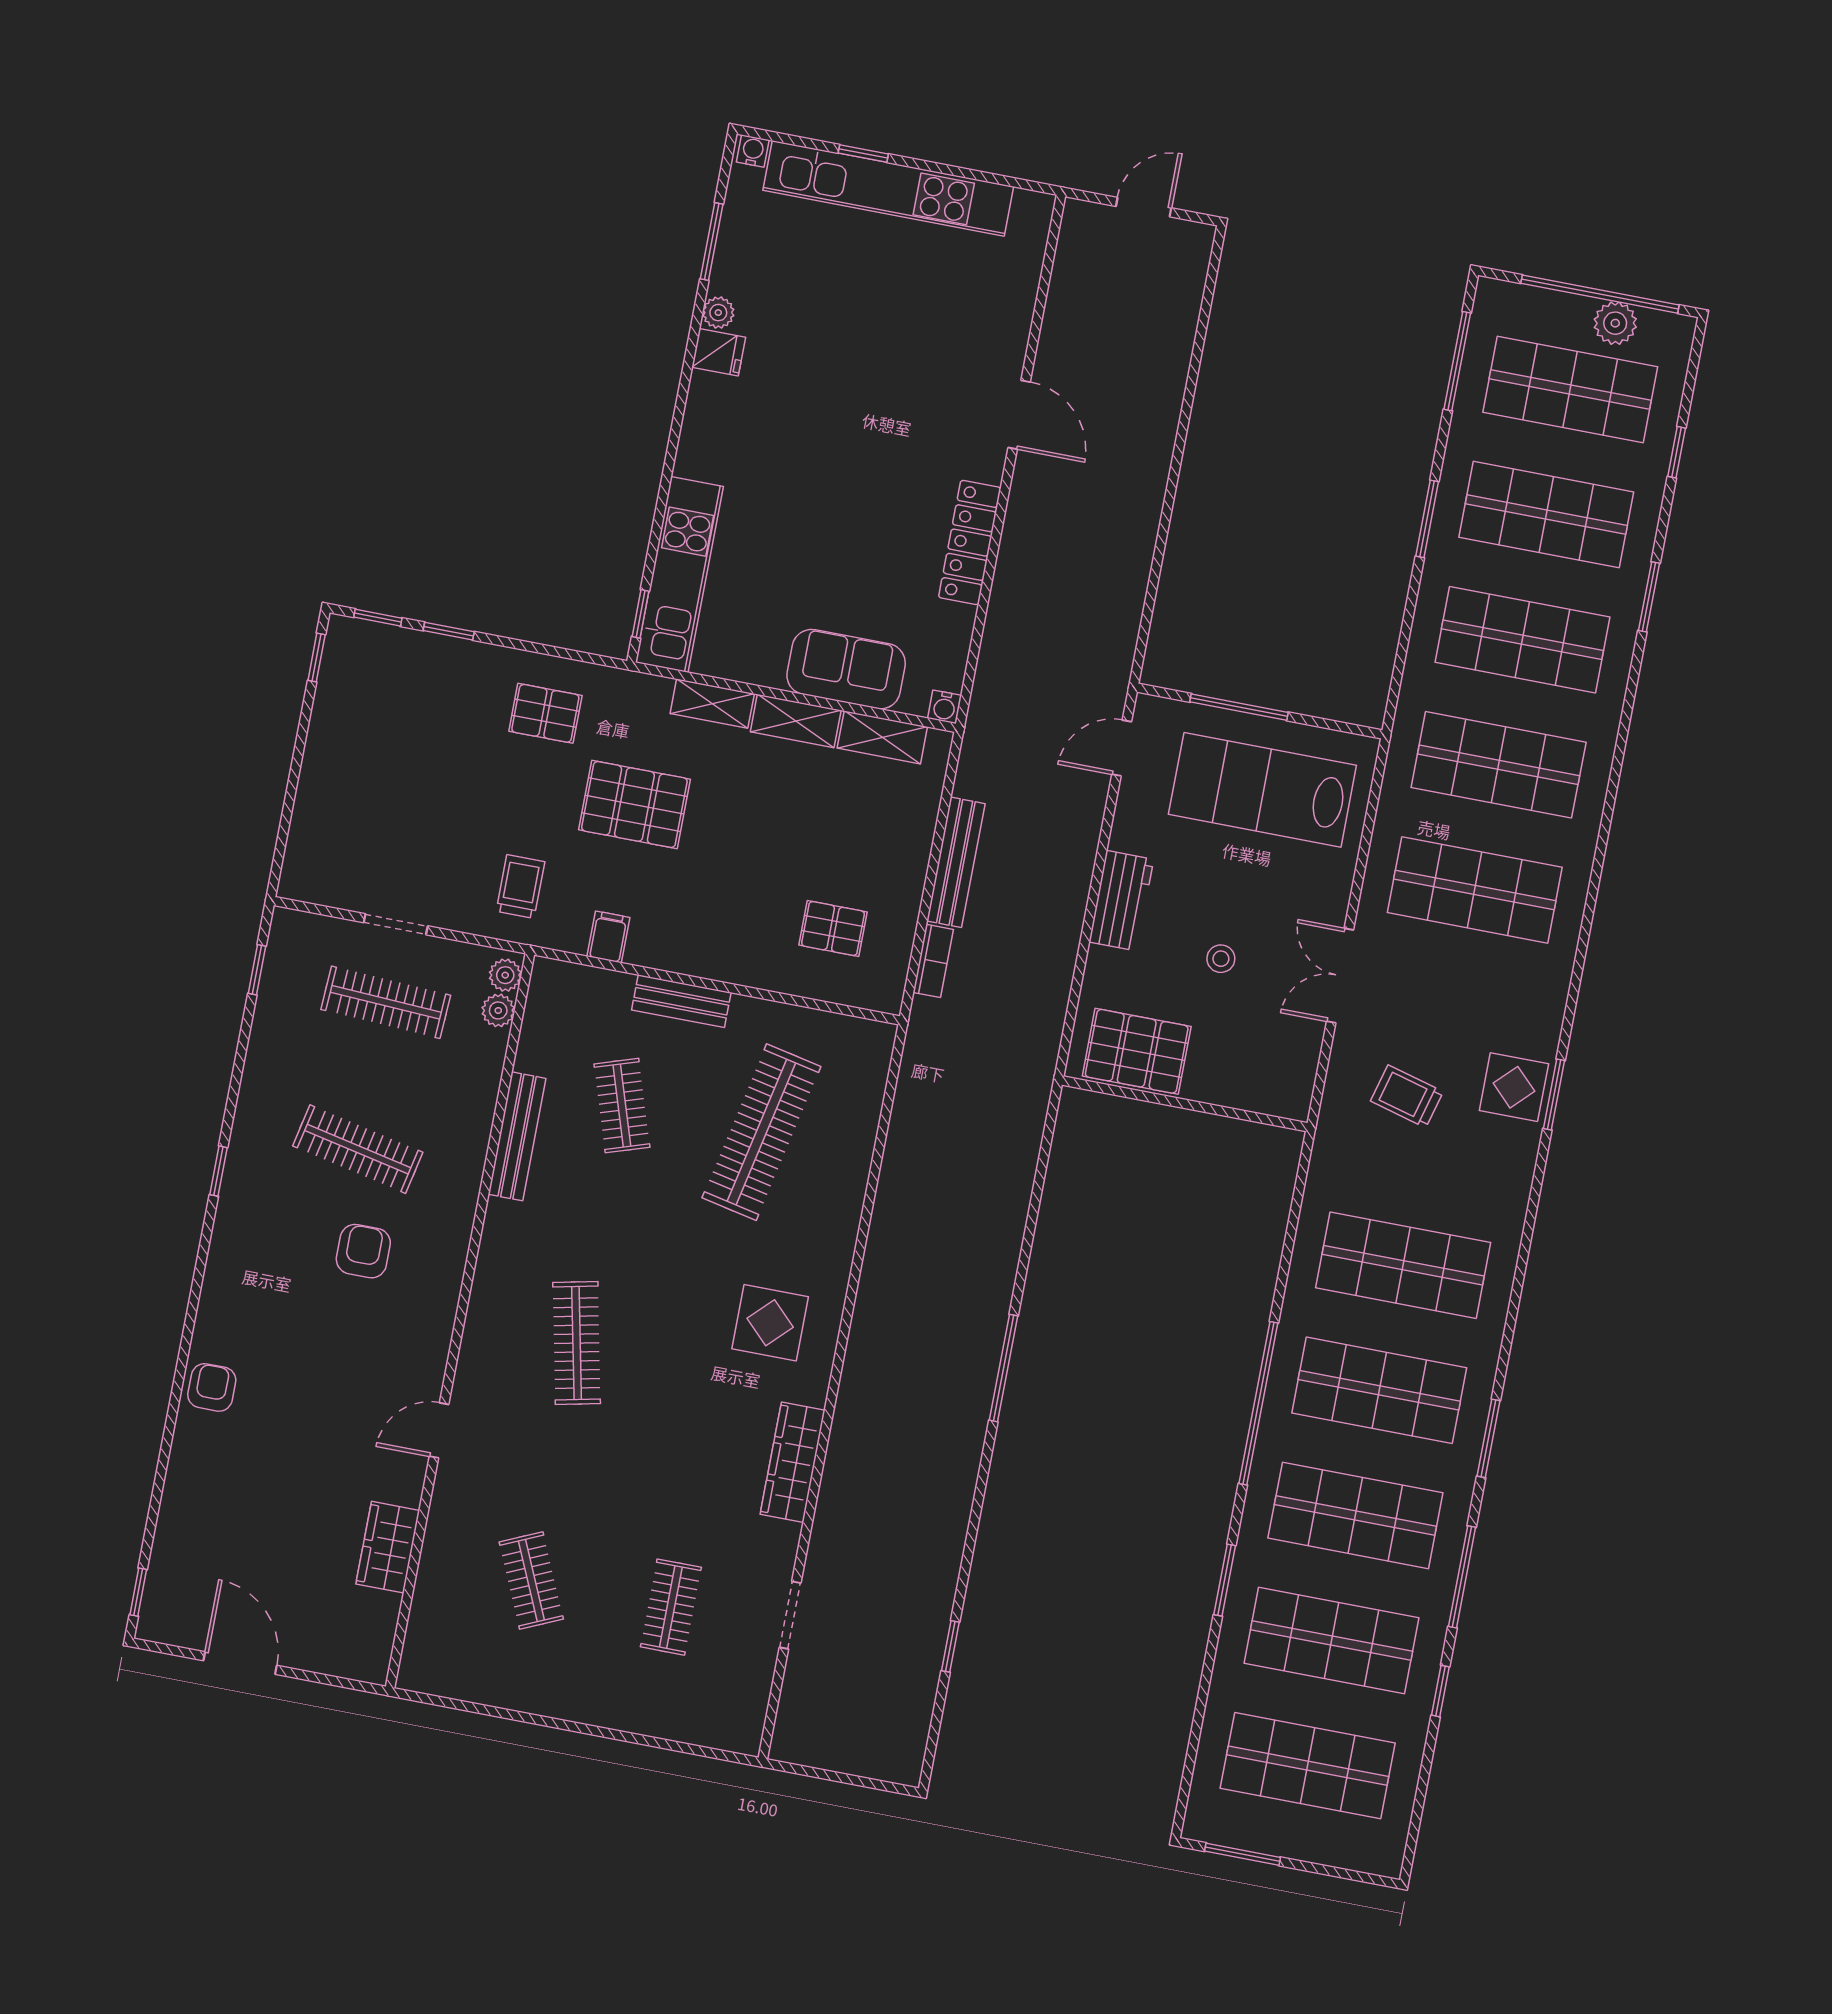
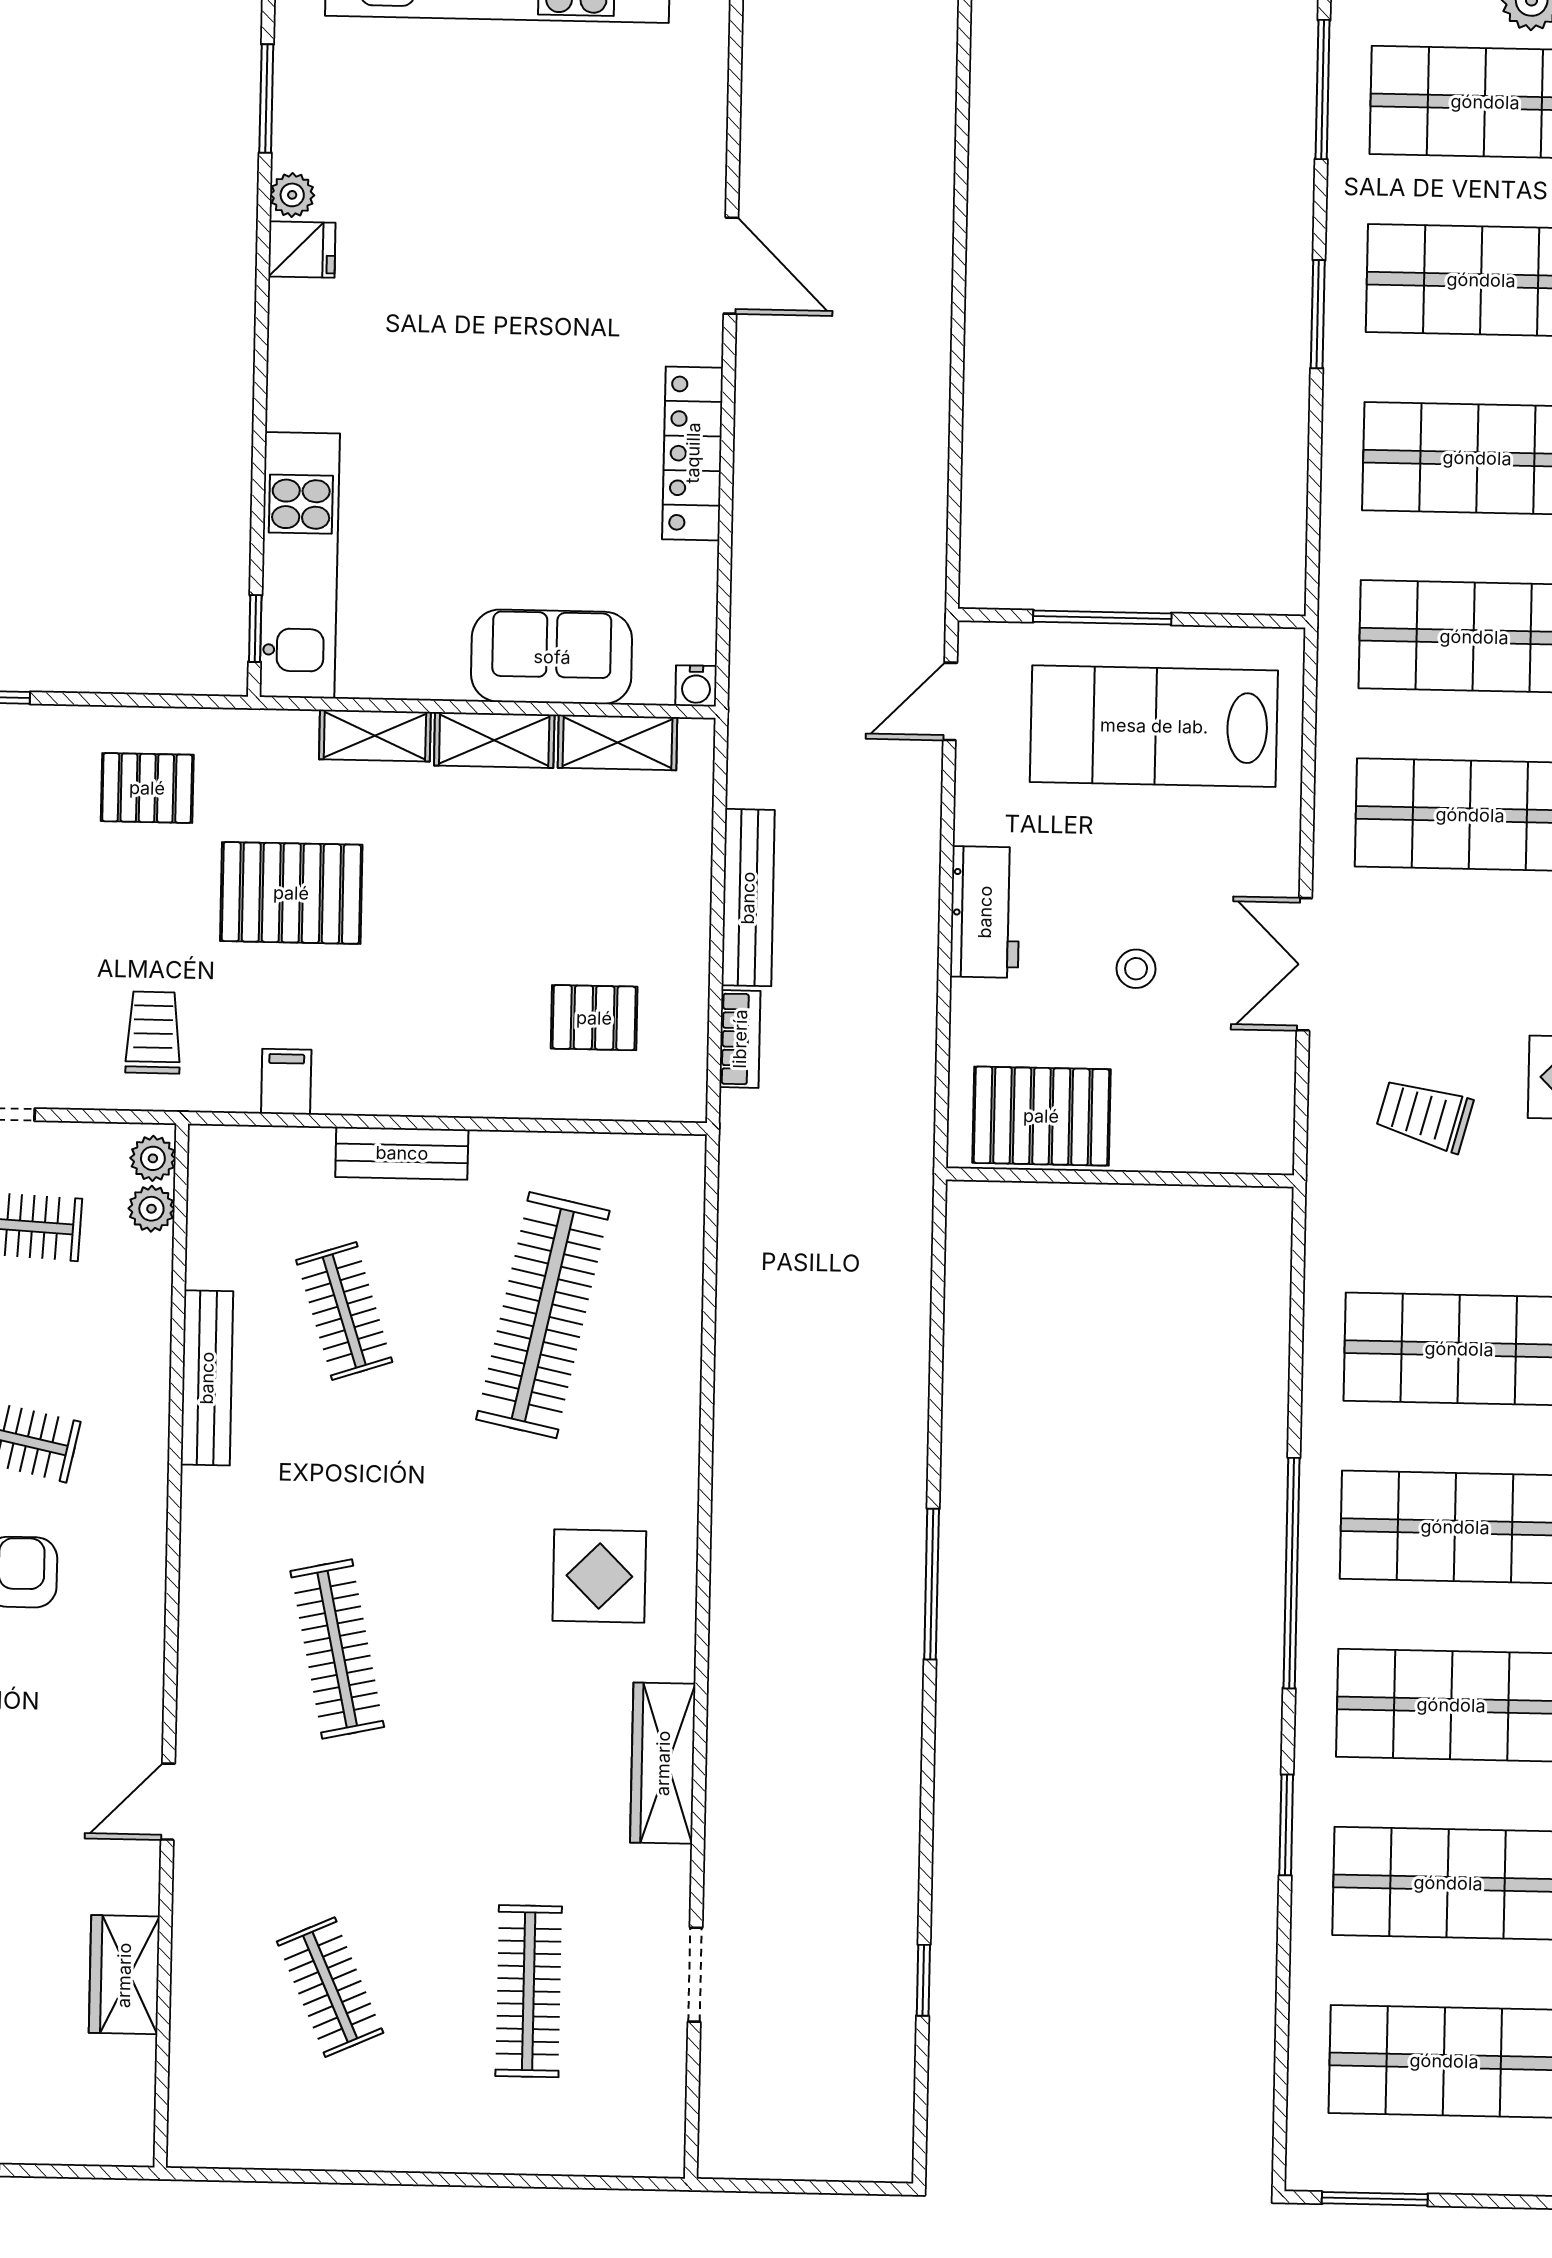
clothes rail: (671, 1607) -> (529, 1991), width x1.36

